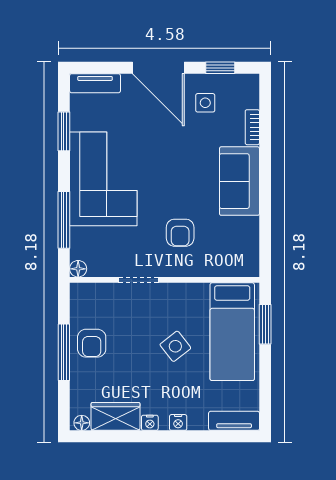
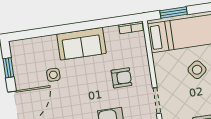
side table: (205, 103) -> (53, 75), moved
bookcase: (252, 127) -> (131, 28), moved

